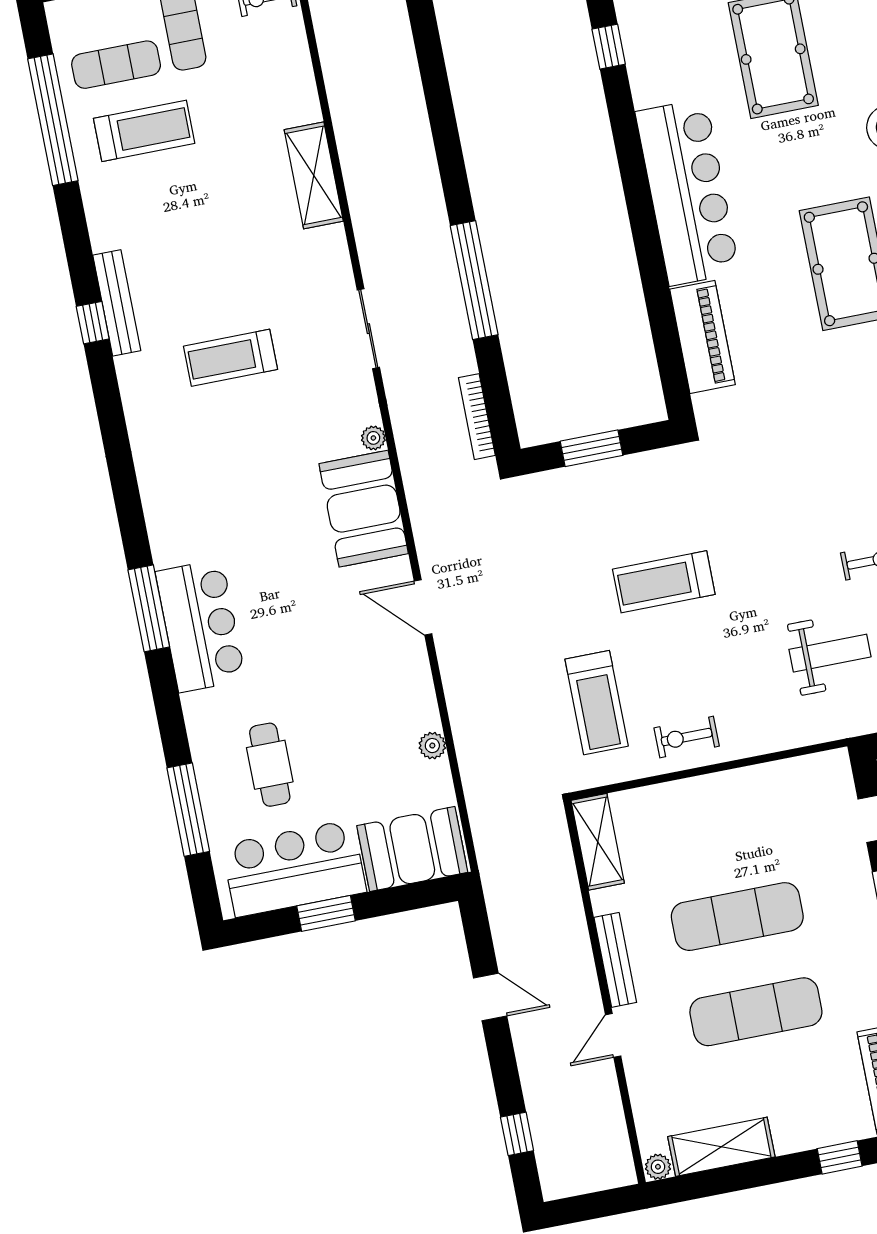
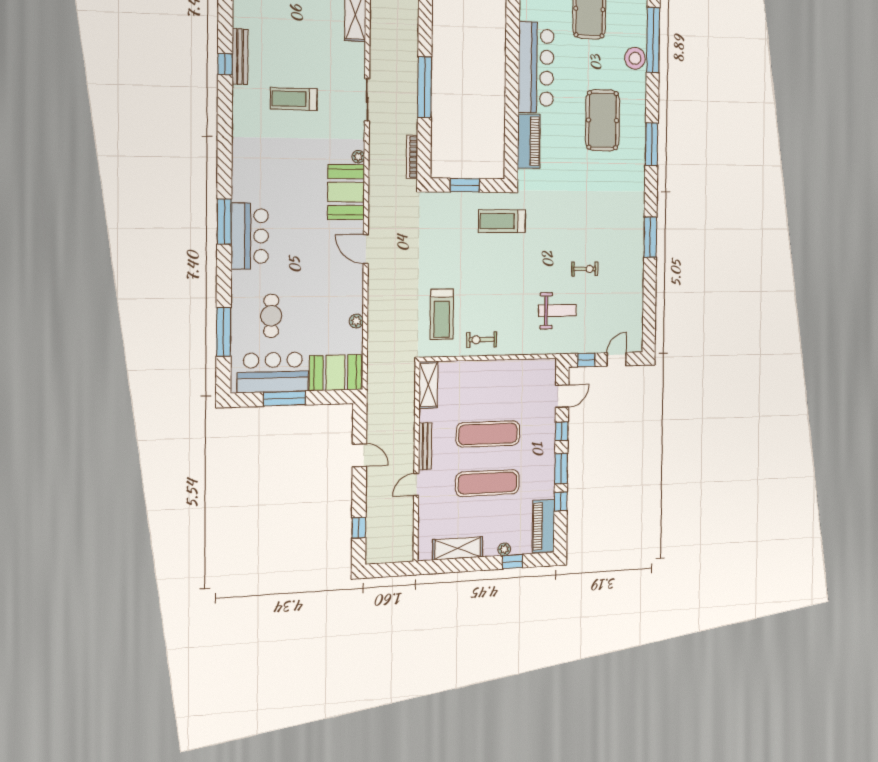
treadmill: (664, 582) -> (502, 221), moved
window: (326, 913) -> (285, 399), width x1.44
plant: (658, 1167) -> (504, 549), moved

